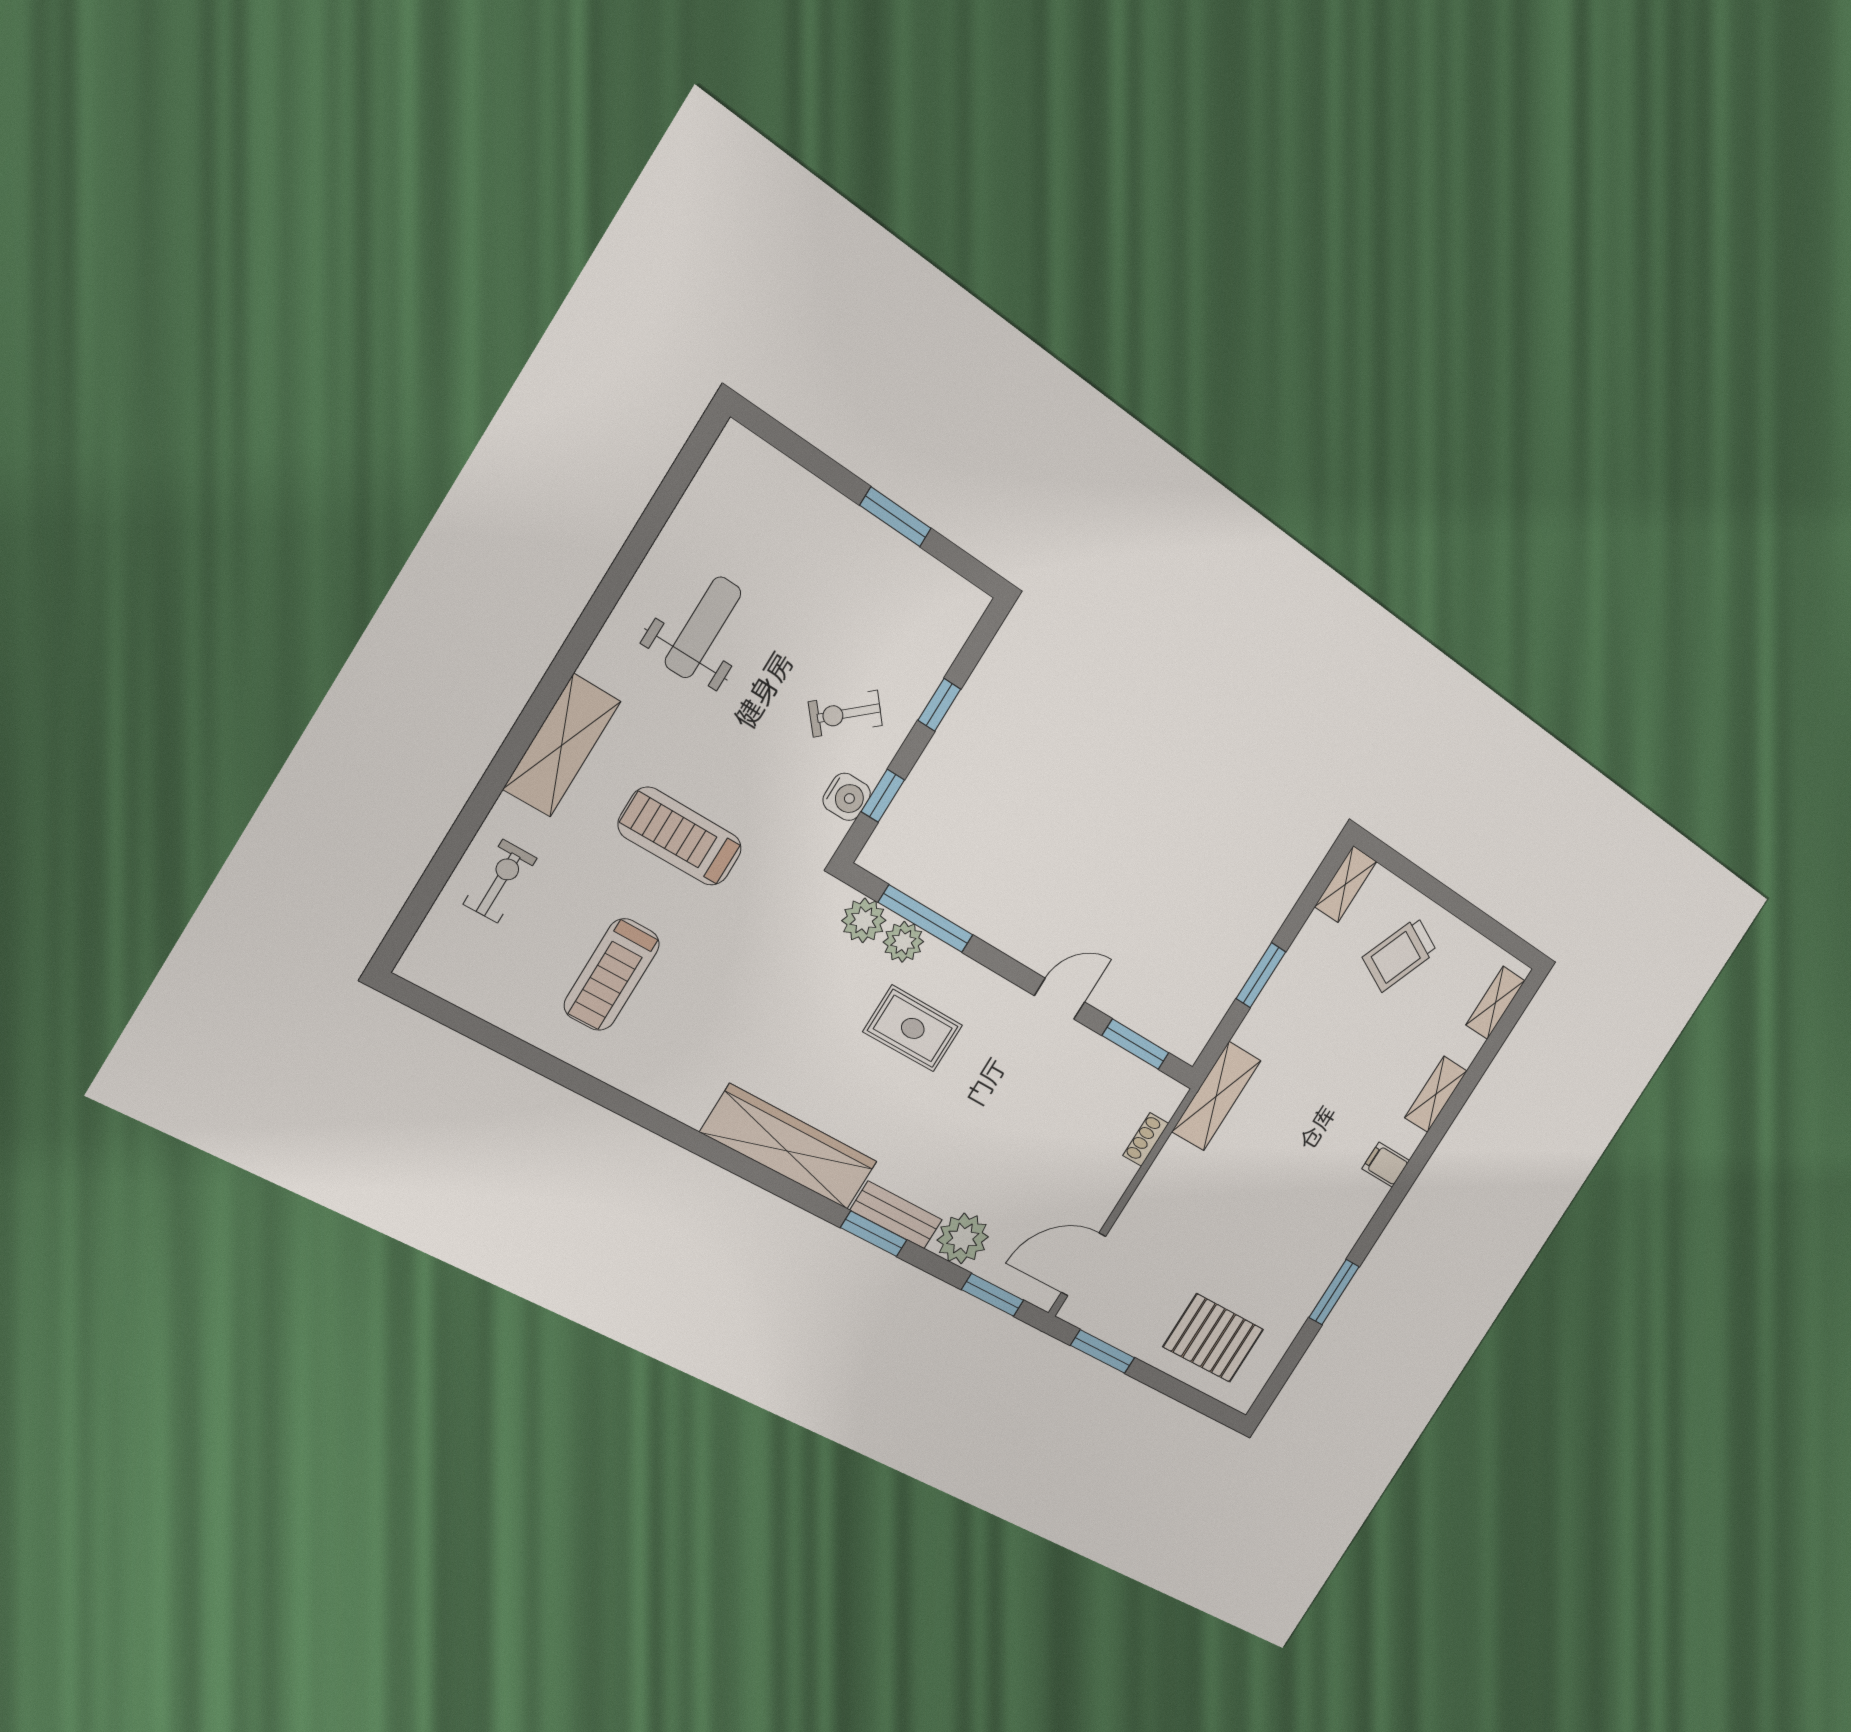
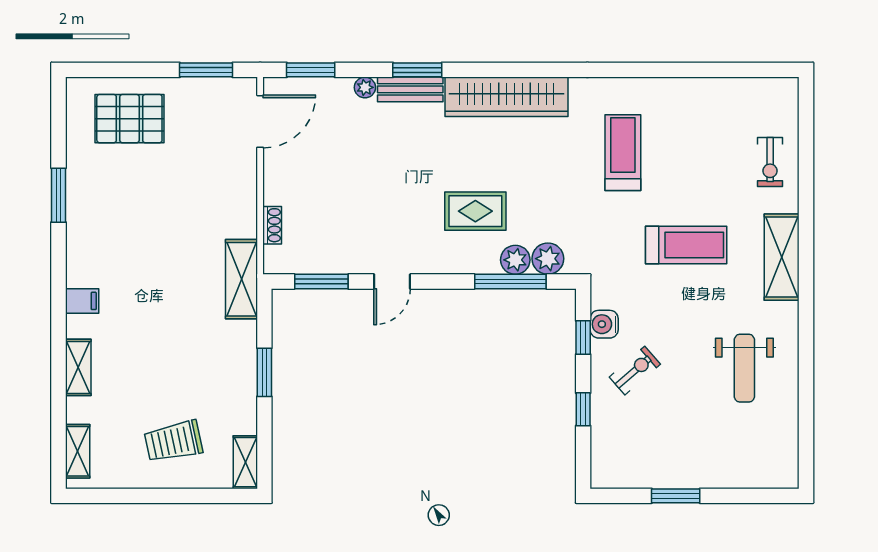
trolley: (1400, 954) -> (173, 441), turned -126
treadmill: (612, 975) -> (623, 153), moved
plant: (963, 1238) -> (365, 87), width x0.53, depth x0.53

